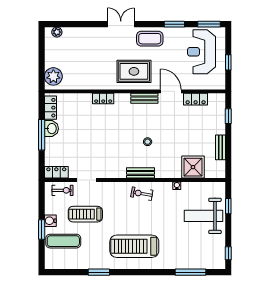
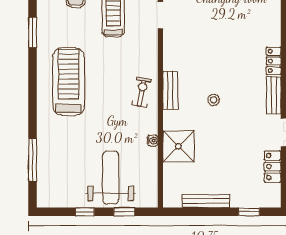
locker: (103, 98) -> (274, 61), moved
bench: (220, 147) -> (206, 201), width x1.36
shower: (193, 167) -> (178, 146), moved
window: (228, 253) -> (85, 212), moved

